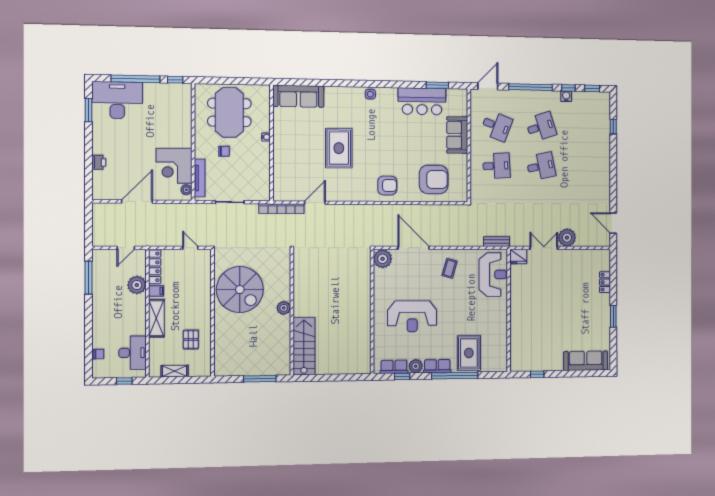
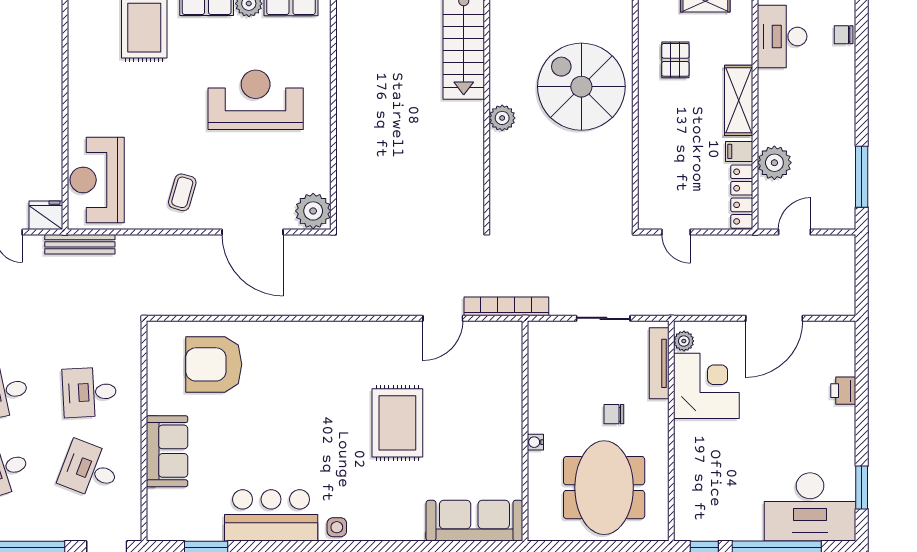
bar counter: (422, 101) -> (271, 515), moved
armchair: (387, 185) -> (304, 352), removed
bench: (497, 242) -> (80, 244), width x1.36
spiral stairs: (240, 290) -> (581, 87), moved

